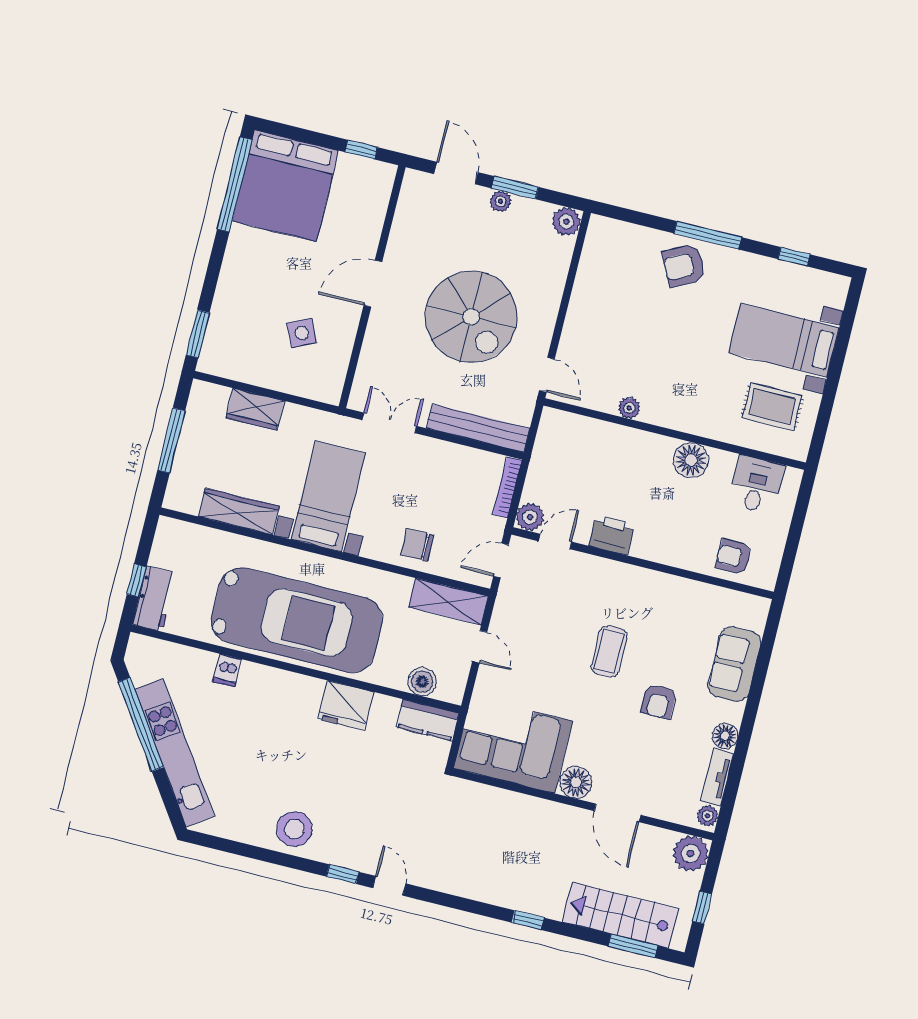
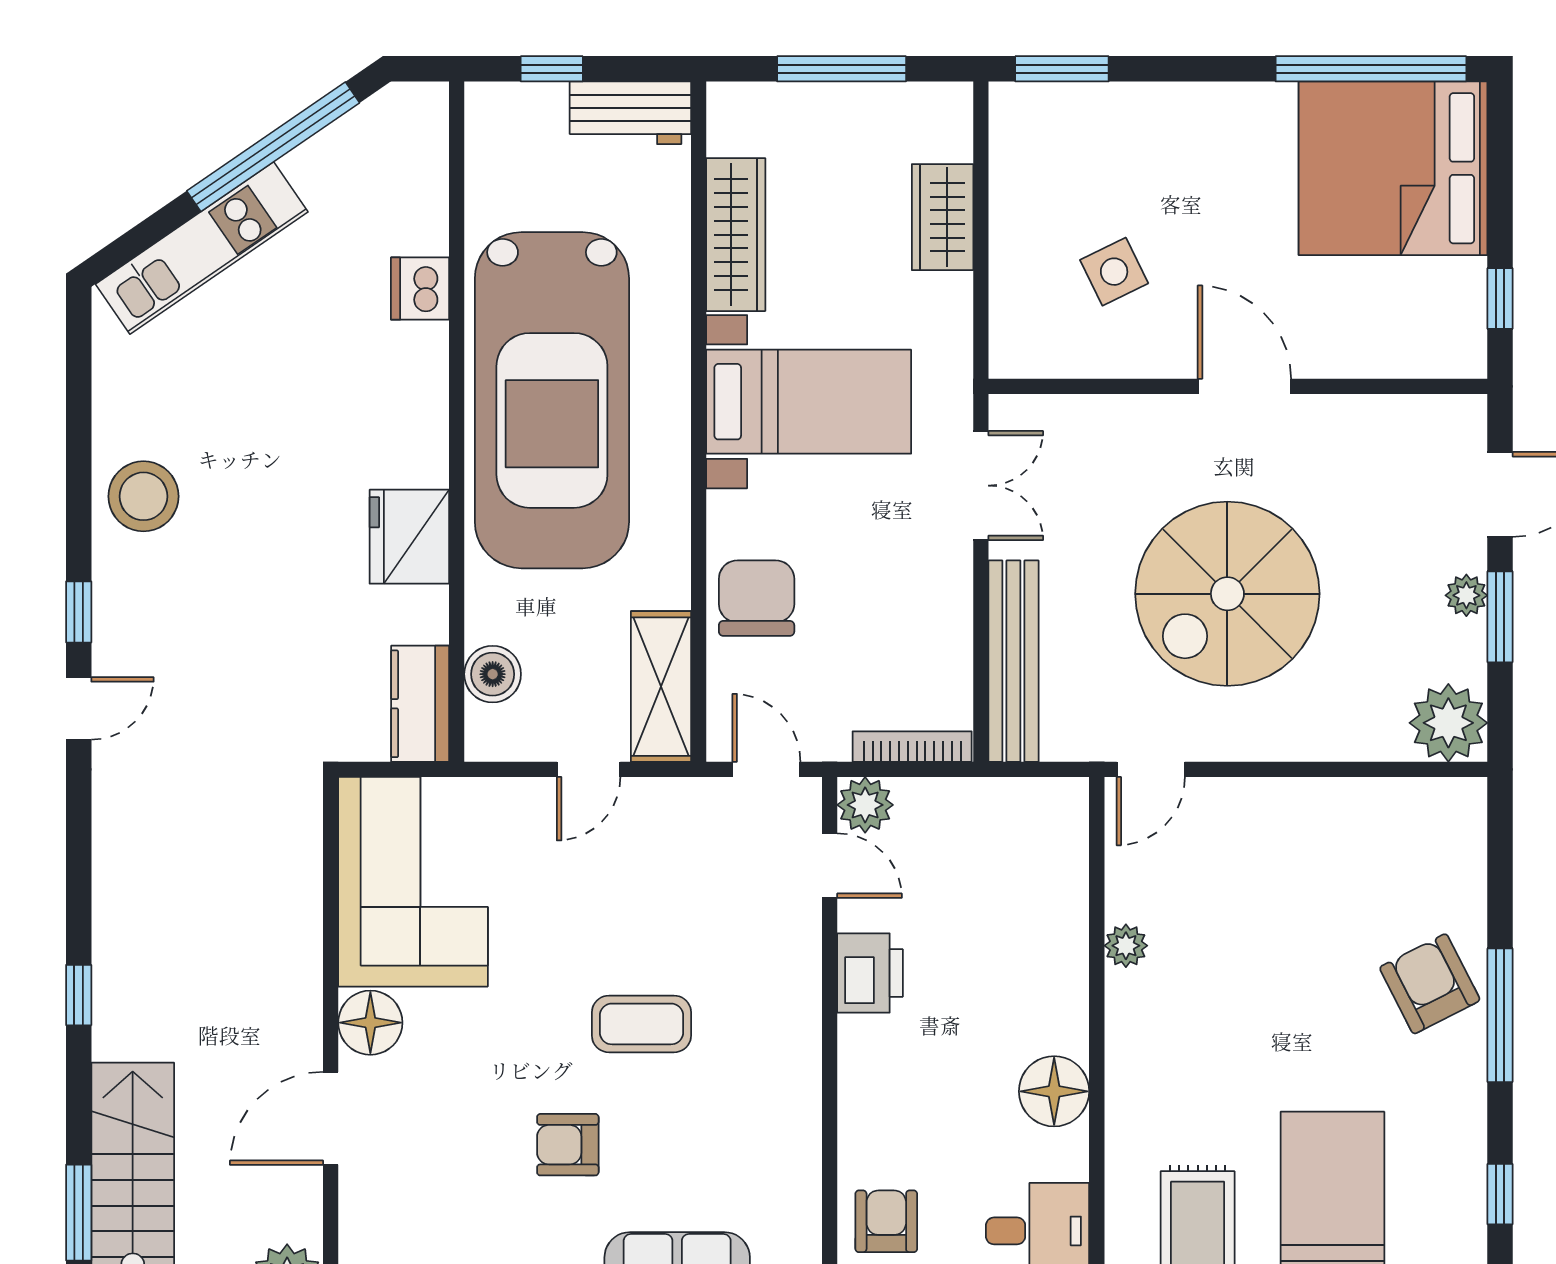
plant: (566, 222) -> (1448, 723), width x1.36, depth x1.36
chair: (417, 545) -> (757, 598), width x1.37, depth x1.37
workbench: (155, 599) -> (630, 113), moved
dishwasher: (227, 670) -> (420, 289), width x1.38
kitchen unit: (174, 753) -> (202, 248), width x0.73

